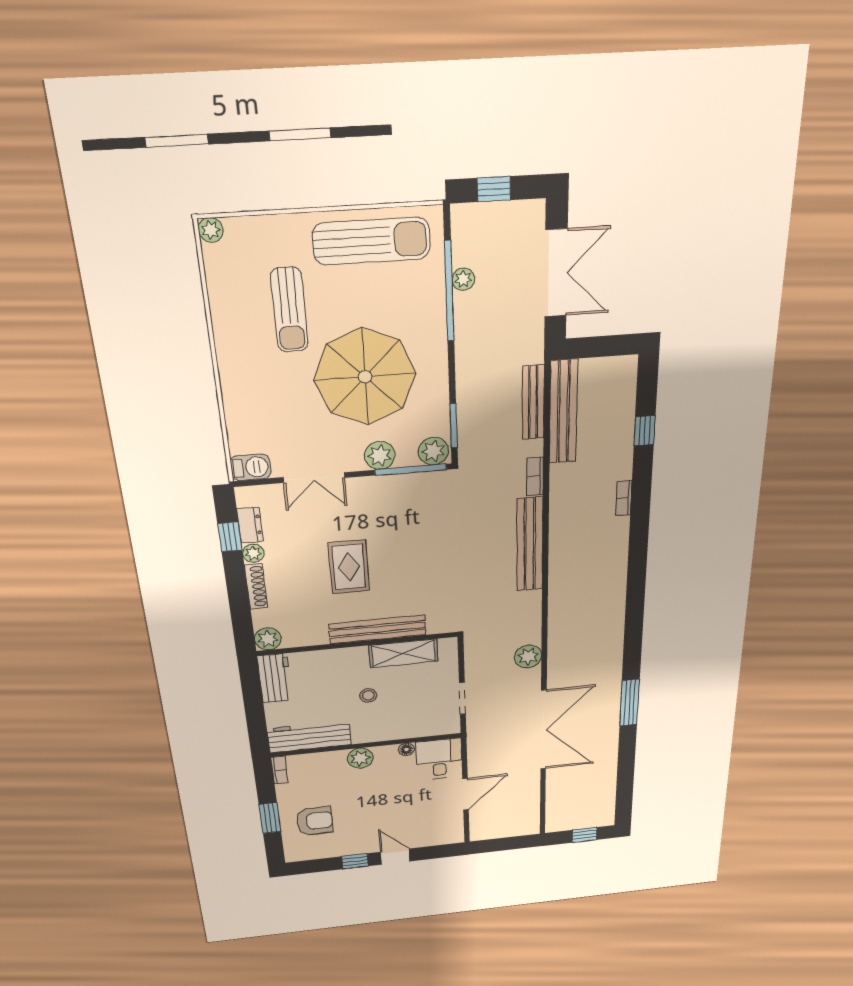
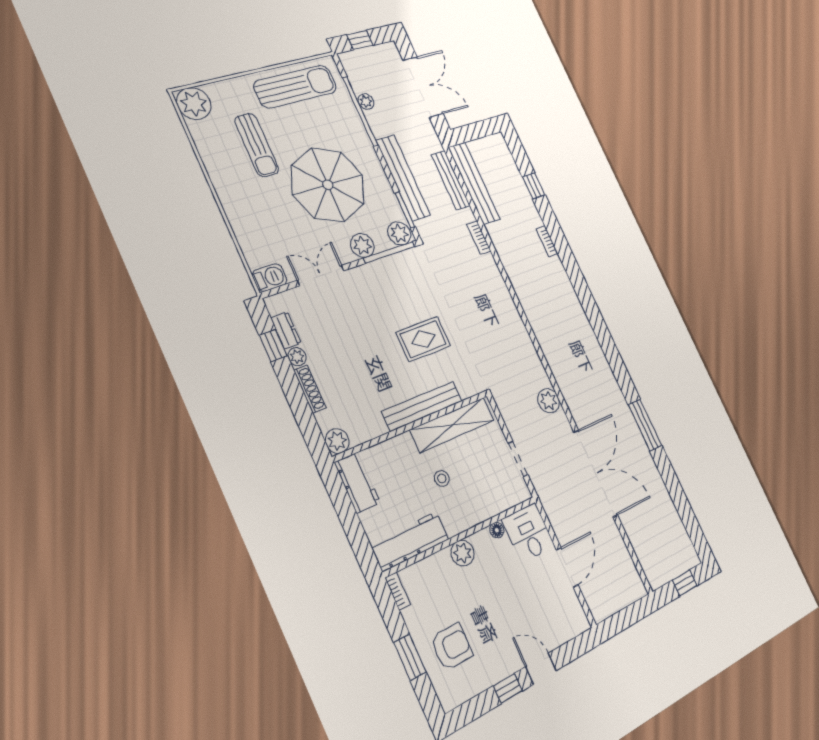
plant: (211, 230) -> (194, 104), width x1.88, depth x1.88
double door: (314, 478) -> (321, 276), swing flipped
bench: (530, 544) -> (403, 178), moved
rug: (349, 567) -> (423, 339), moved, turned 90
shelving: (403, 653) -> (452, 425), width x1.47

